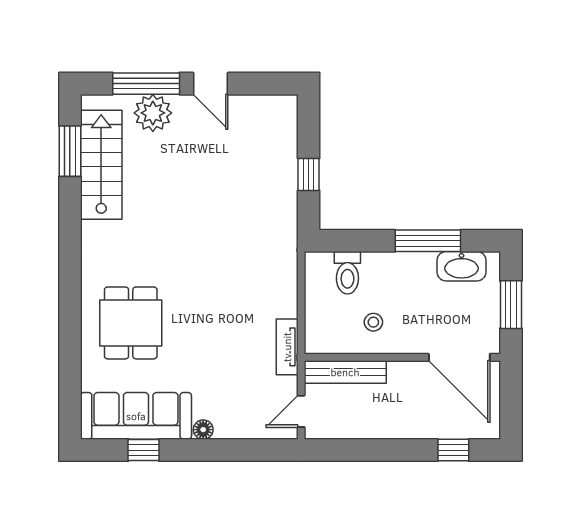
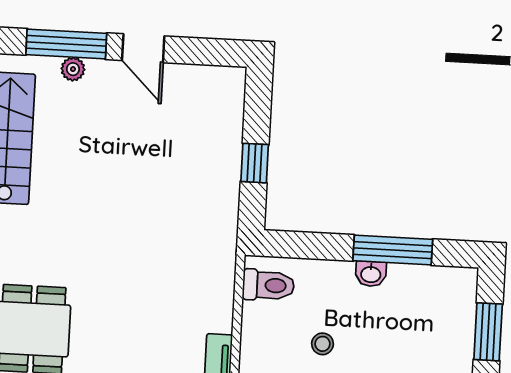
plant: (153, 113) -> (73, 69), width x0.53, depth x0.53
washbasin: (462, 266) -> (371, 274), moved, width x0.52, depth x0.69
toilet: (347, 273) -> (268, 285), moved, turned -90

